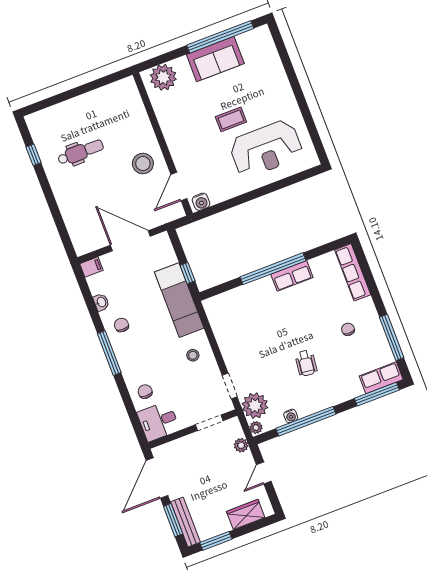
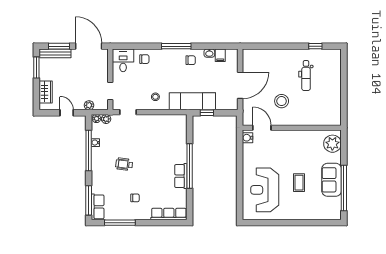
coffee table: (231, 119) -> (299, 183), moved
stool: (143, 164) -> (282, 101), moved
filing cabinet: (91, 267) -> (220, 55), moved
plant: (255, 406) -> (106, 119), width x0.53, depth x0.53

